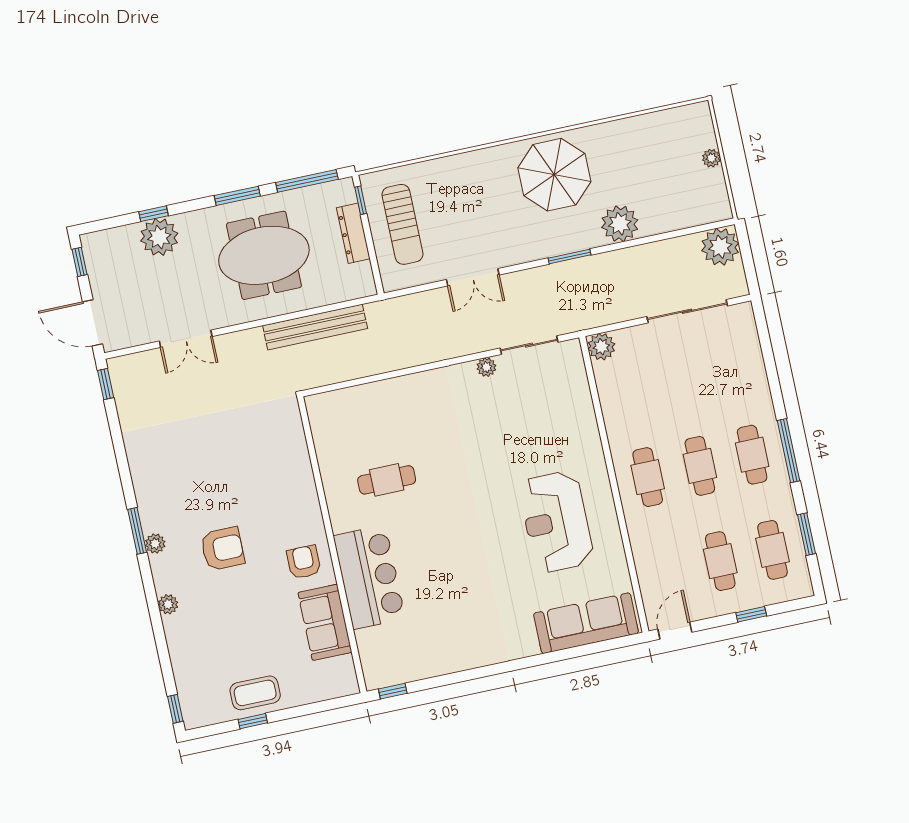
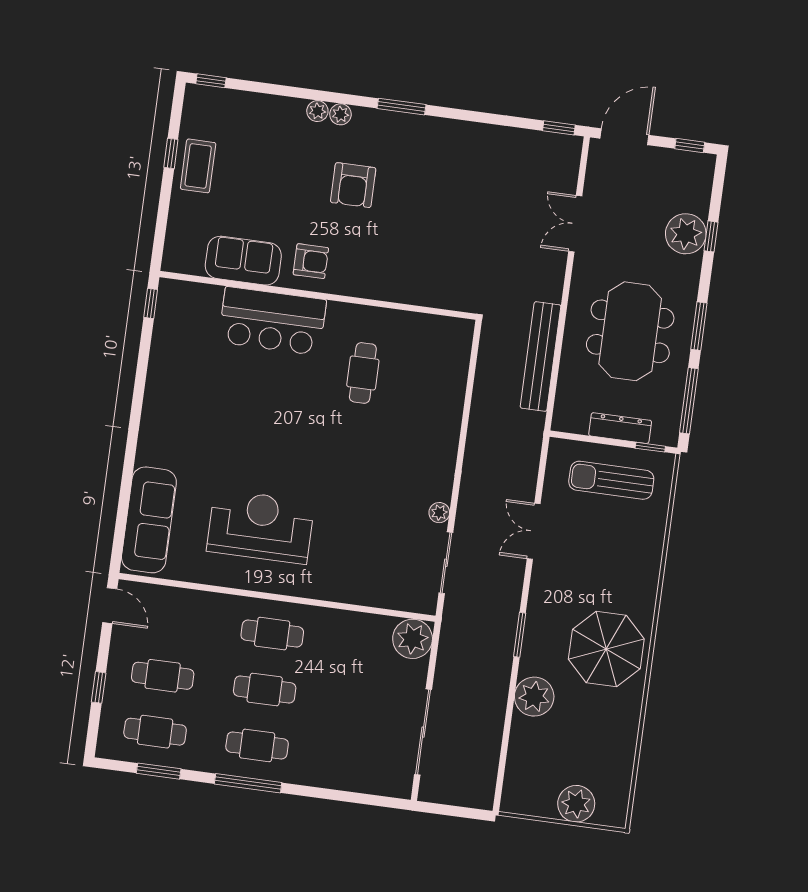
plant: (711, 158) -> (576, 804), width x1.88, depth x1.88
plant: (720, 247) -> (475, 788), removed
plant: (601, 347) -> (413, 639), width x1.36, depth x1.36
plant: (155, 544) -> (340, 114), moved

